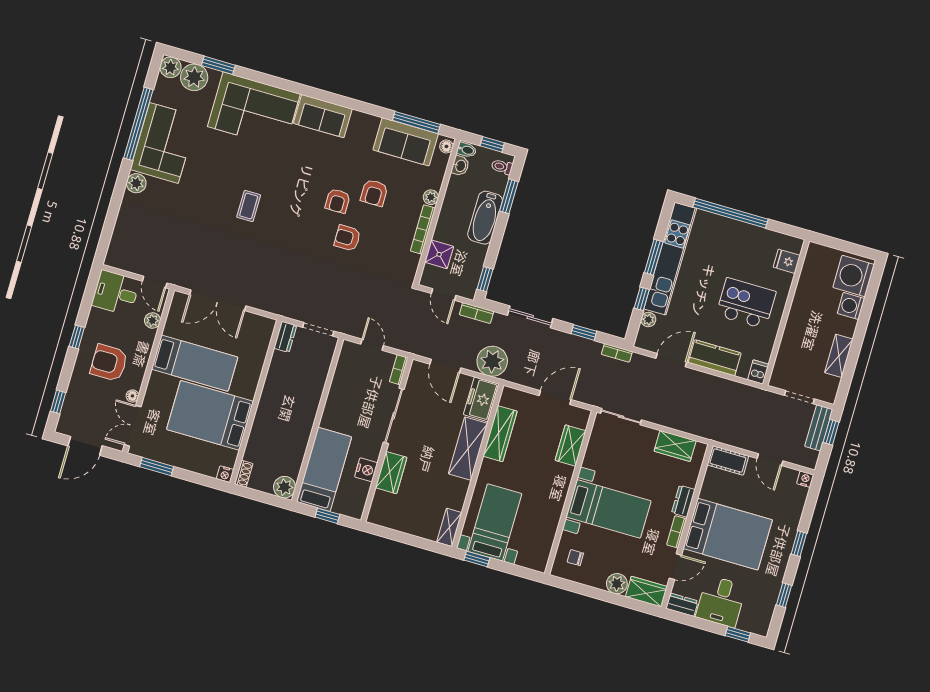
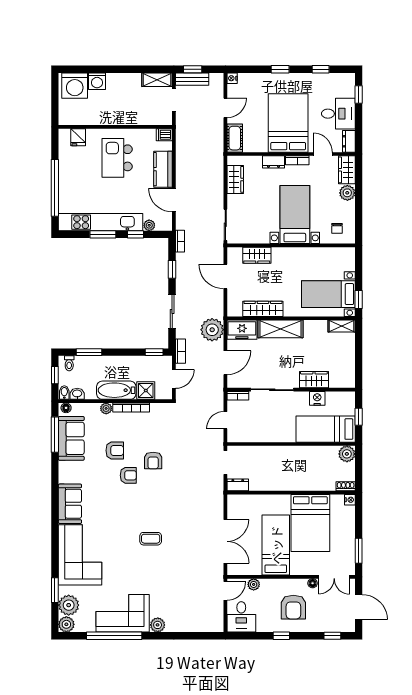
bathtub: (485, 218) -> (116, 390), moved, turned 180
shelving: (839, 356) -> (157, 80), moved

